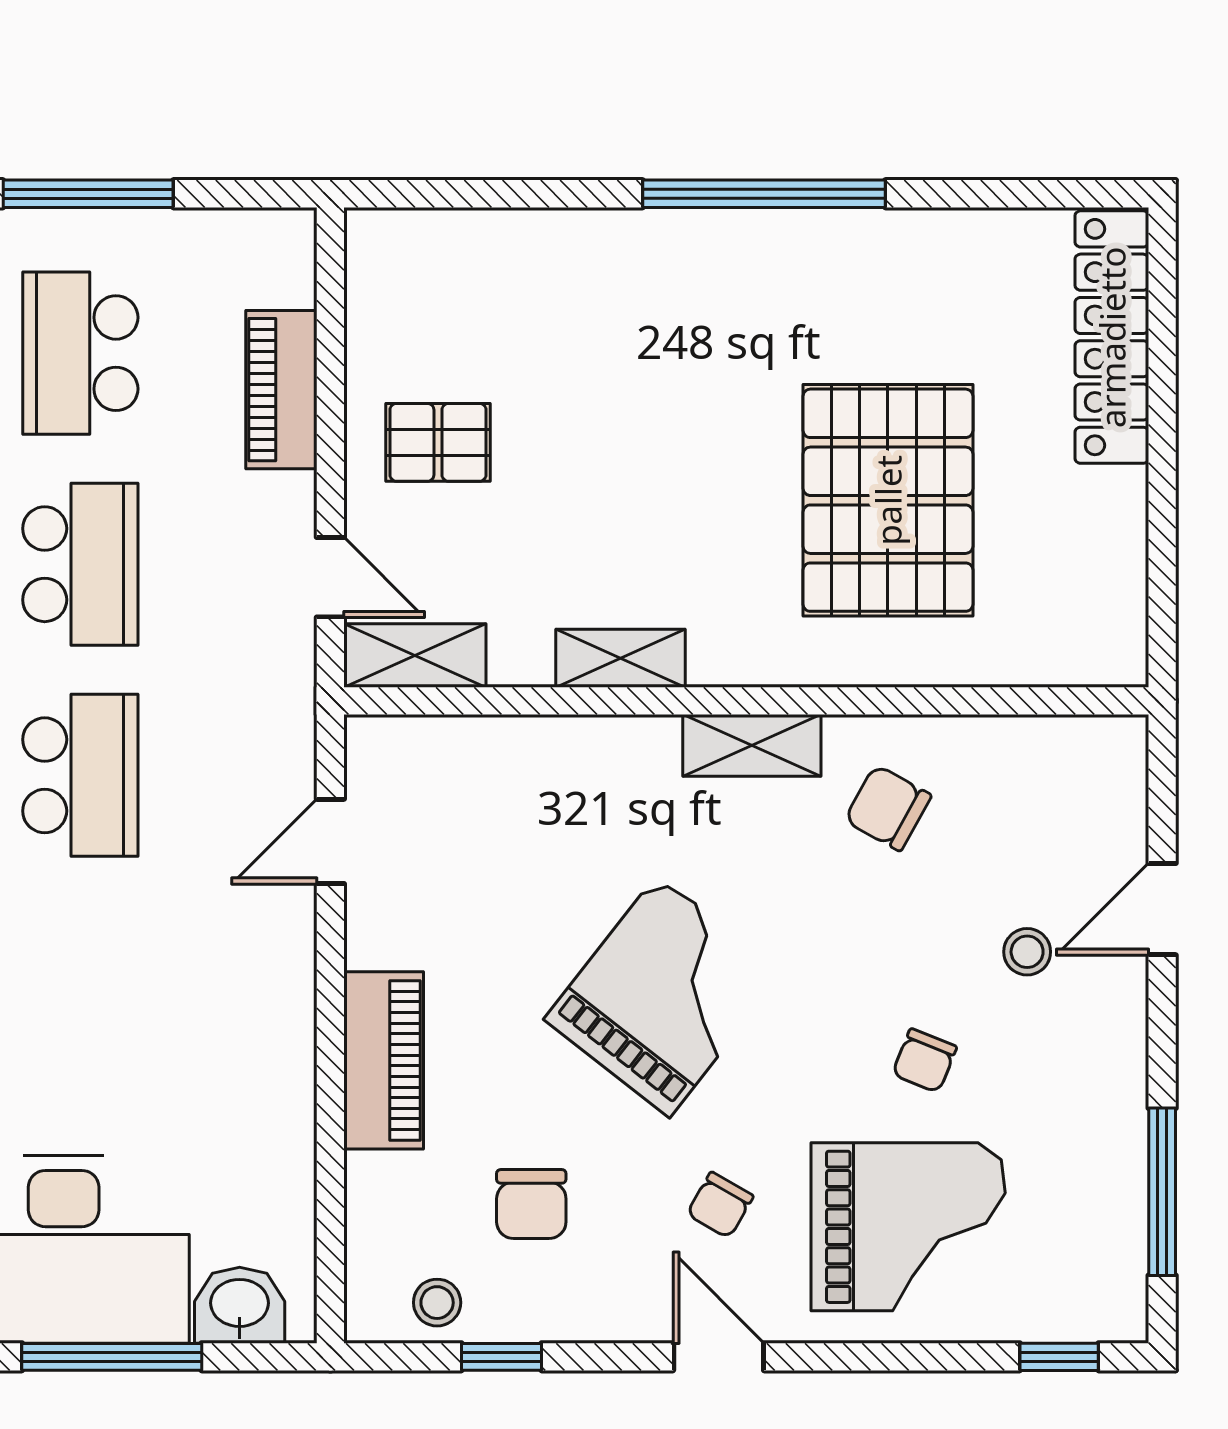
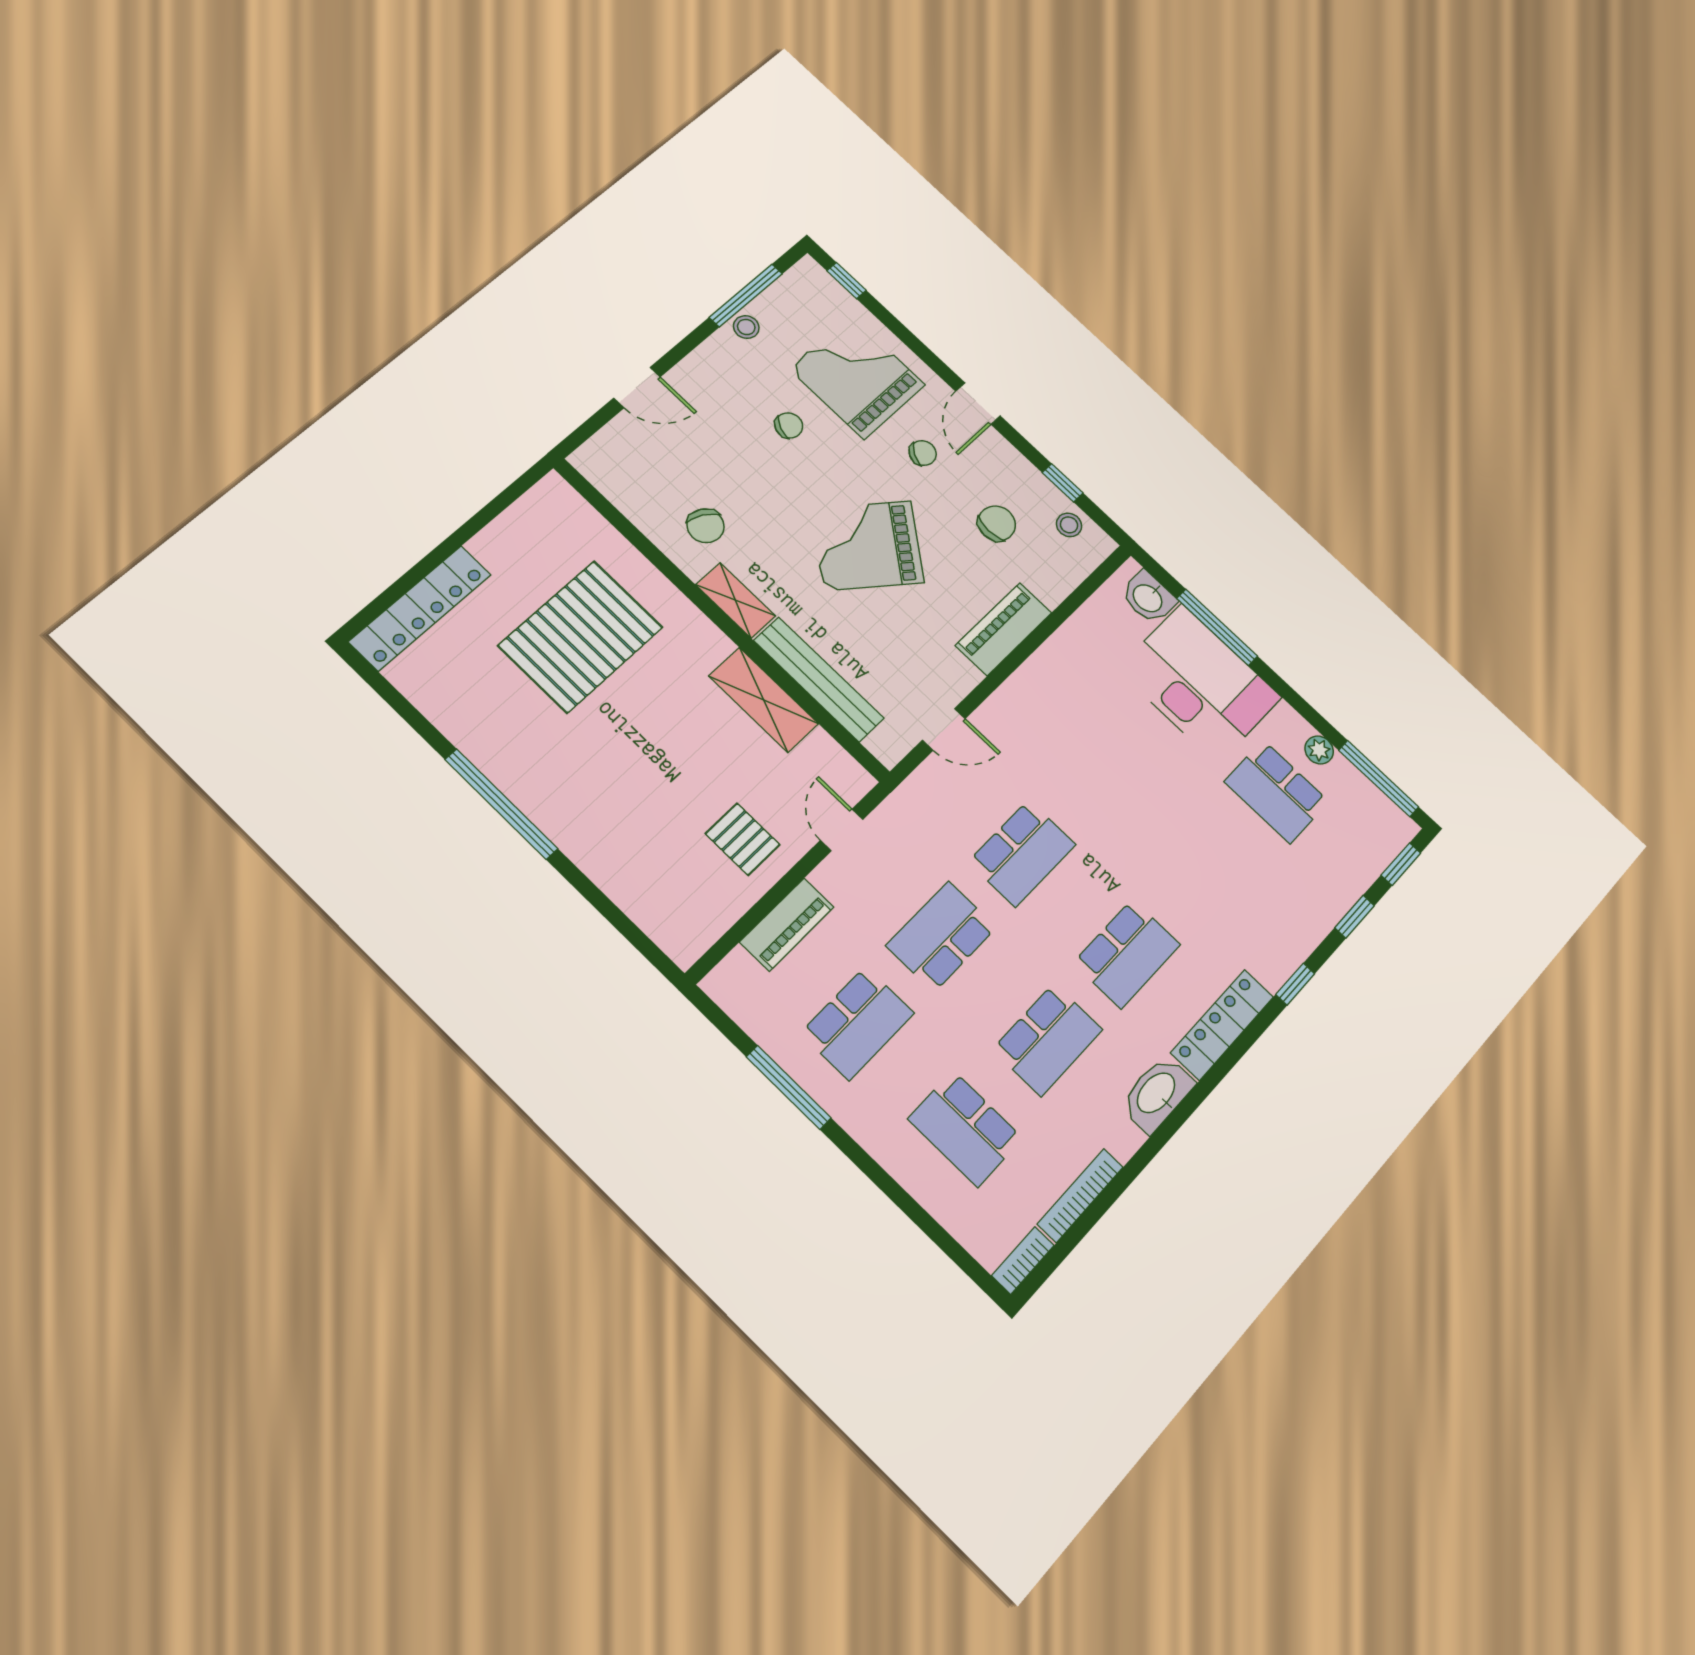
shelving: (415, 655) -> (838, 766), removed
shelving: (621, 658) -> (764, 700), width x1.50, depth x1.33
bench: (548, 747) -> (819, 679), added
school desk: (80, 775) -> (1022, 853), turned 180
stool: (1027, 952) -> (746, 327), moved

